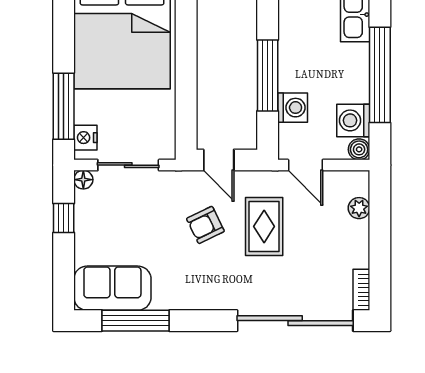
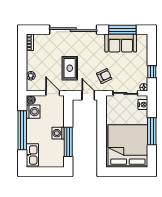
window: (268, 75) -> (68, 142), moved
window: (64, 106) -> (152, 131), moved
washing machine: (293, 108) -> (58, 133), moved
armchair: (205, 225) -> (104, 76), moved
sofa: (112, 288) -> (121, 43), moved
sliding door: (295, 321) -> (73, 30), moved

